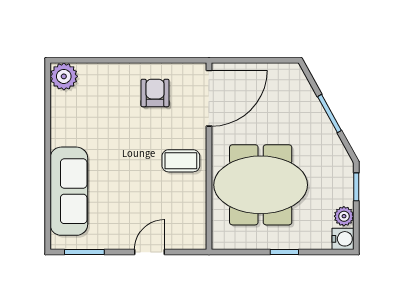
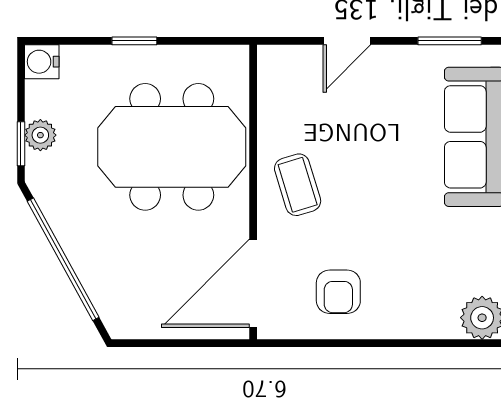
window: (330, 114) -> (63, 259), width x2.11
coffee table: (181, 161) -> (298, 185), turned 73
plant: (344, 216) -> (40, 135), moved

